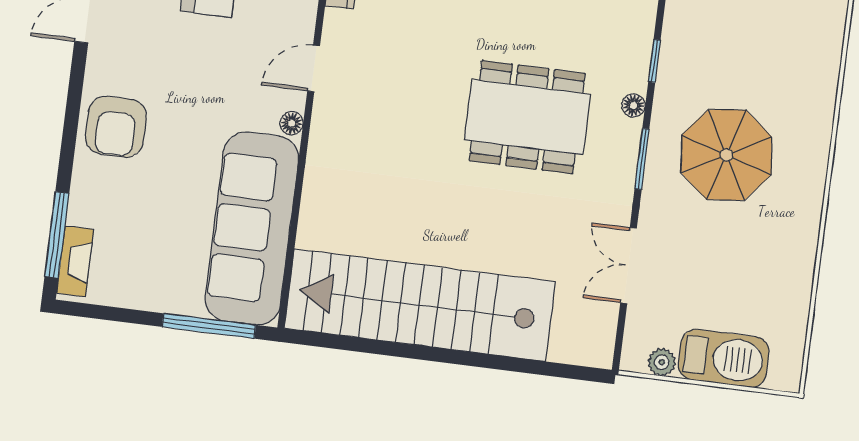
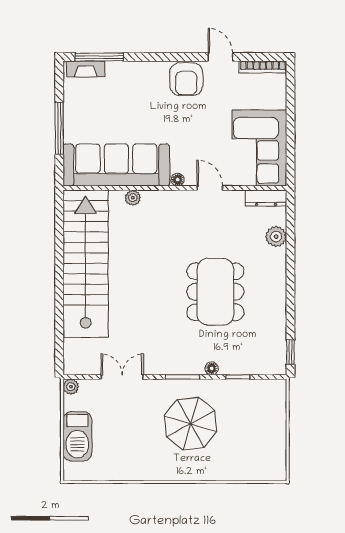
dining table: (527, 117) -> (215, 292), moved
armchair: (116, 127) -> (186, 79), moved, turned -90
plant: (313, 207) -> (133, 198), added
window: (209, 326) -> (59, 128), moved
plant: (662, 362) -> (71, 387), moved

